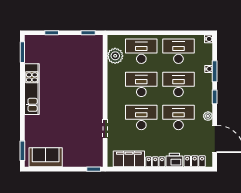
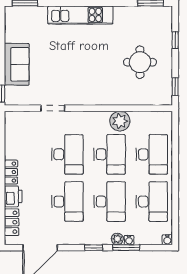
plant: (115, 56) -> (120, 121), moved
round table: (69, 60) -> (140, 62), added
kitchen unit: (32, 89) -> (80, 15), moved
plant: (208, 116) -> (117, 239), moved
sofa: (46, 157) -> (17, 64), moved
filing cabinet: (129, 159) -> (15, 139), removed

